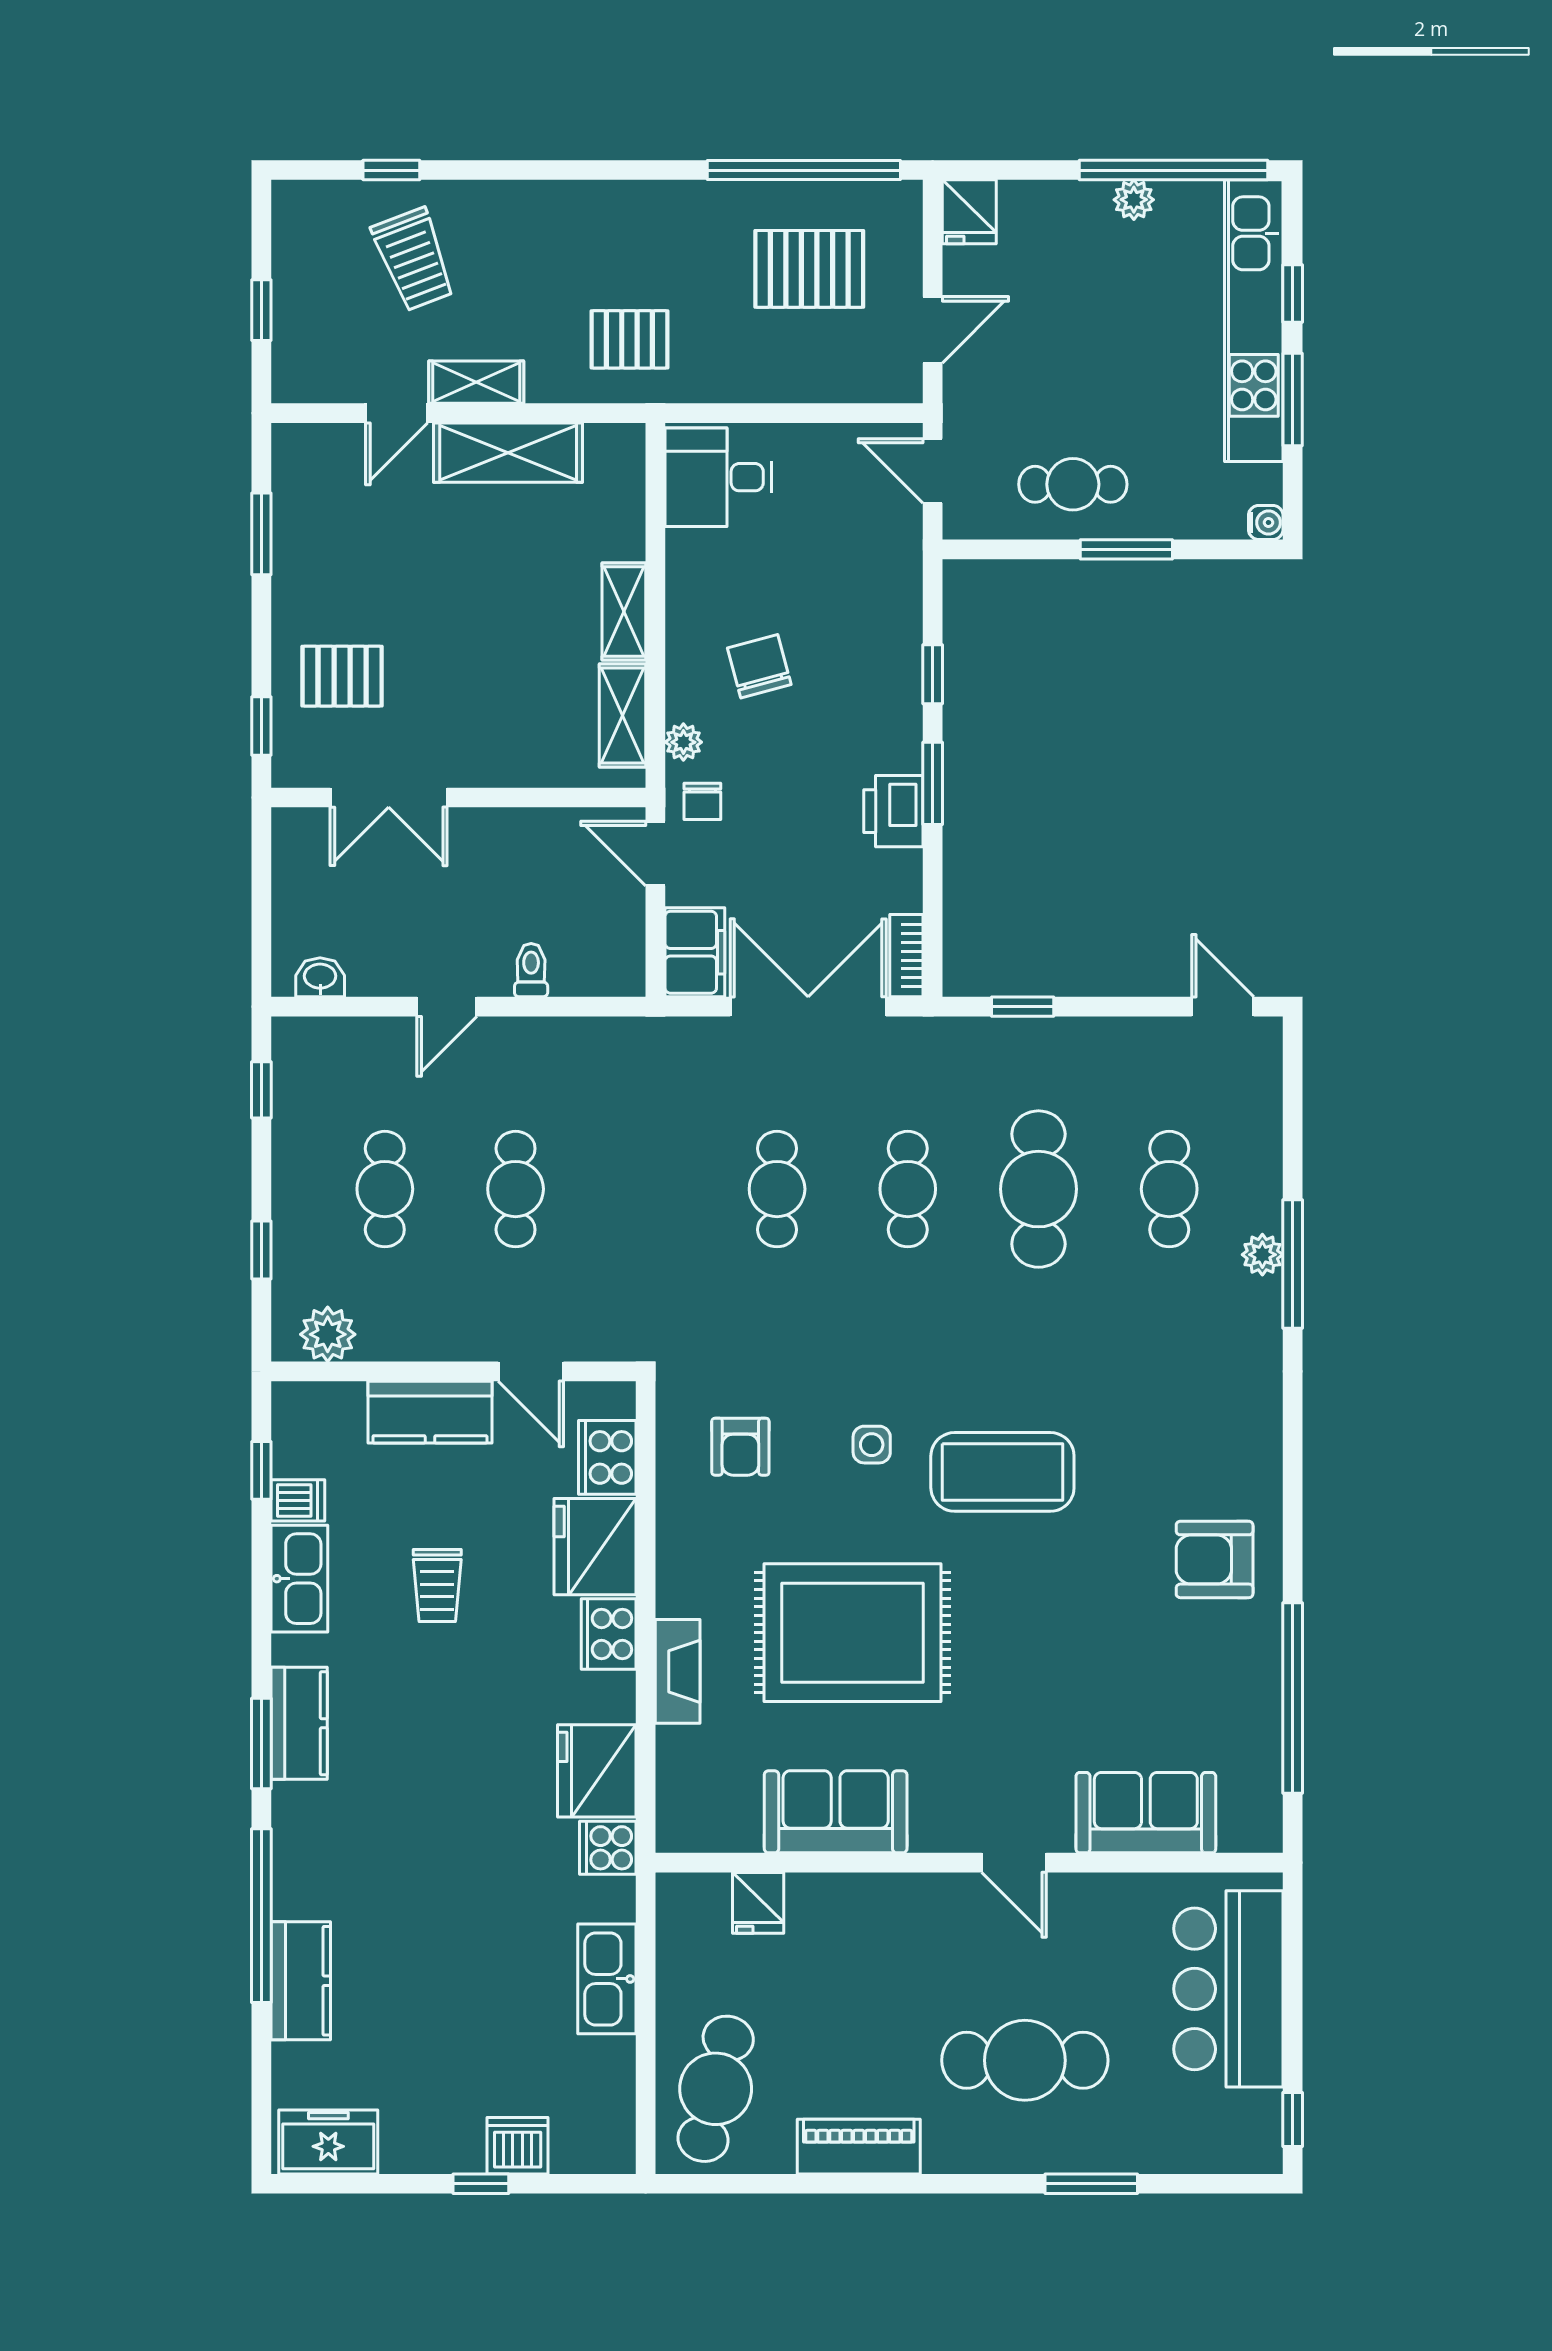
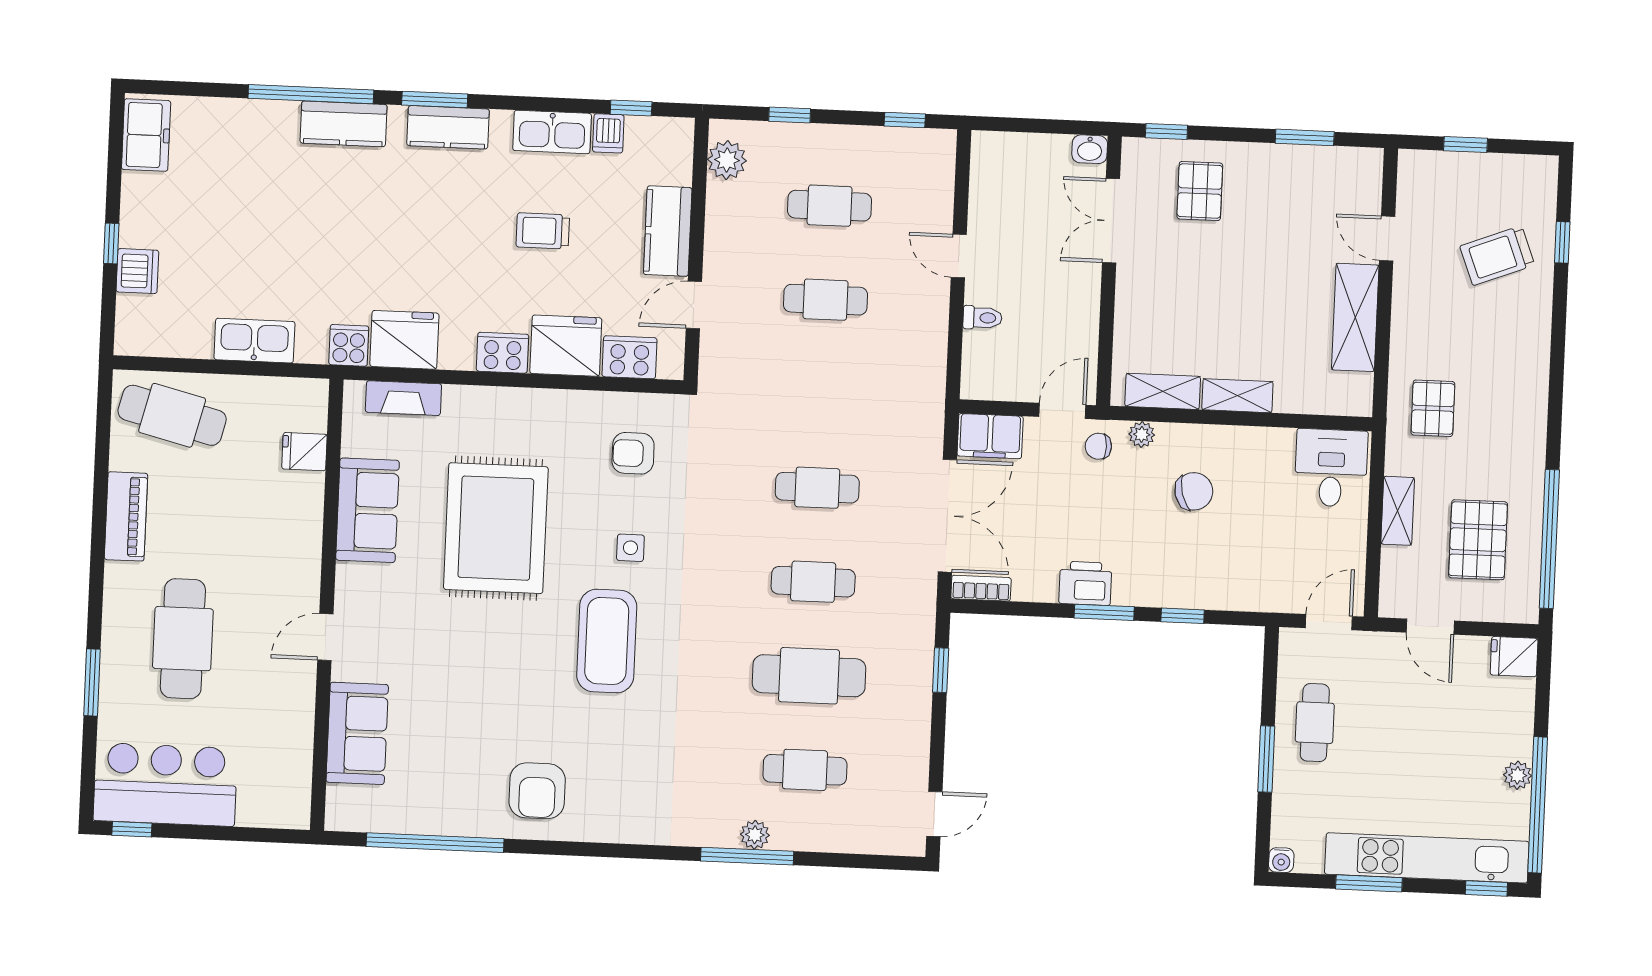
window: (1293, 294) -> (1486, 888), moved
shelving: (476, 382) -> (1398, 511), moved
washbasin: (320, 977) -> (1090, 149), moved, turned 90
armchair: (1215, 1559) -> (537, 791), turned 180
fireplace: (678, 1671) -> (403, 398), moved
kitchen counter: (301, 1981) -> (344, 124), moved
bar counter: (1228, 1989) -> (165, 784), moved

